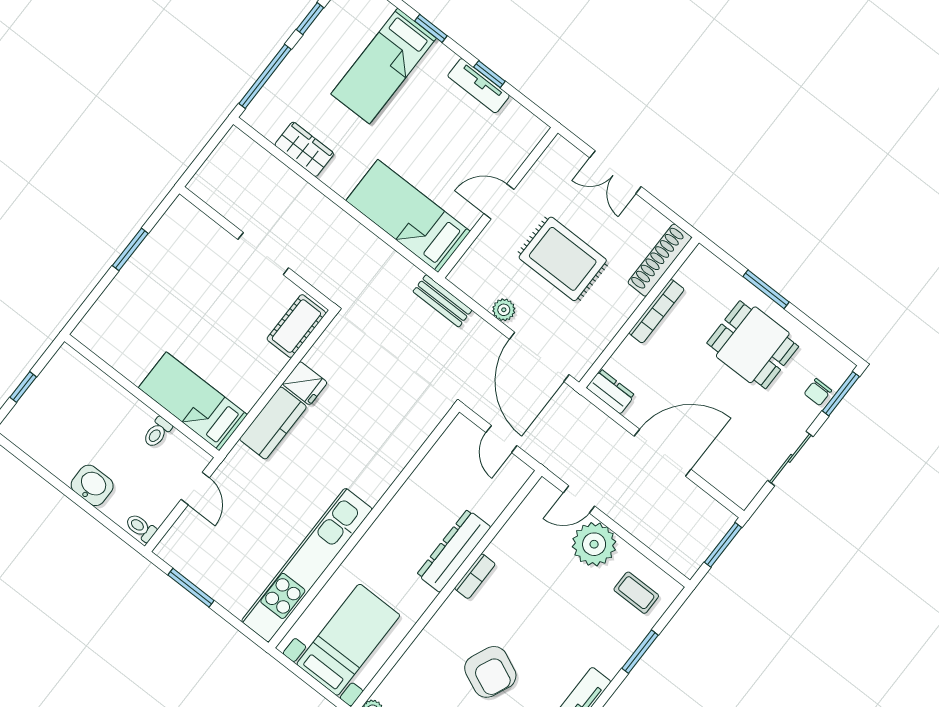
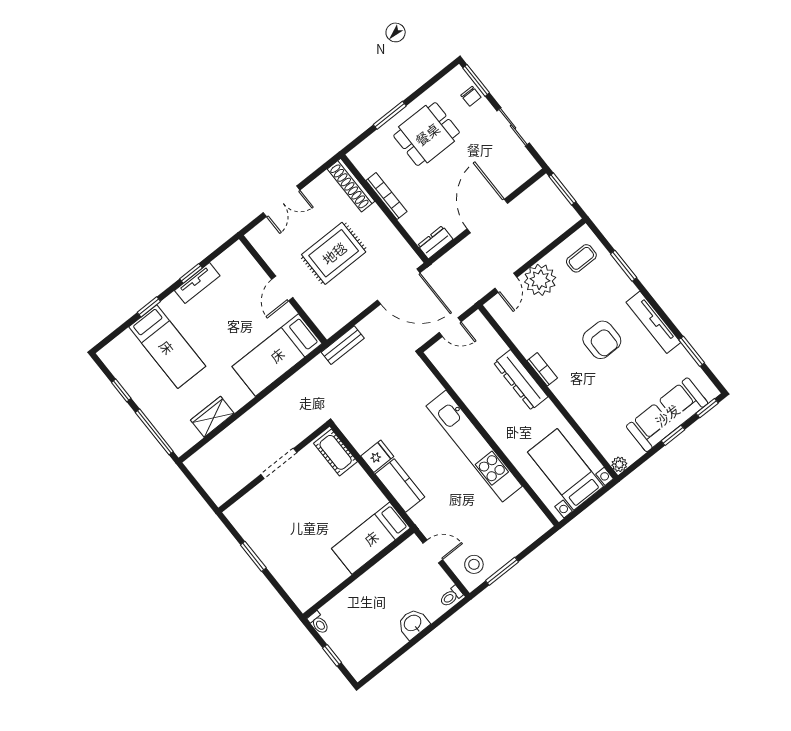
plant: (504, 310) -> (359, 303), removed
toilet: (157, 432) -> (319, 623), moved
stool: (191, 548) -> (474, 564), added
kitchen unit: (307, 565) -> (474, 446), moved
armchair: (490, 672) -> (602, 340), moved, turned 66

